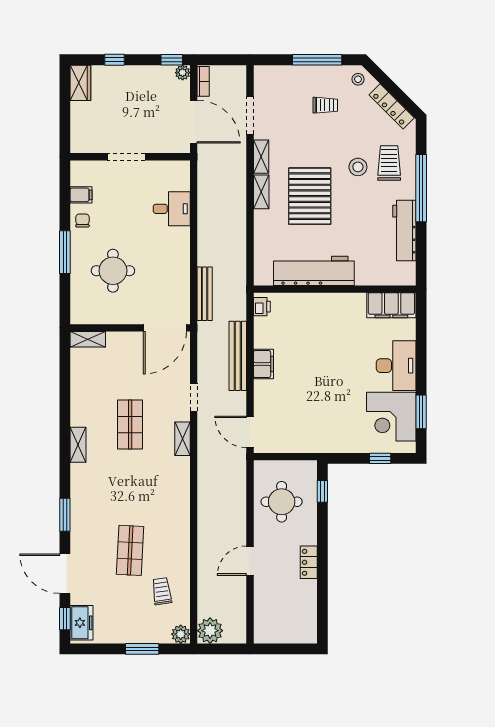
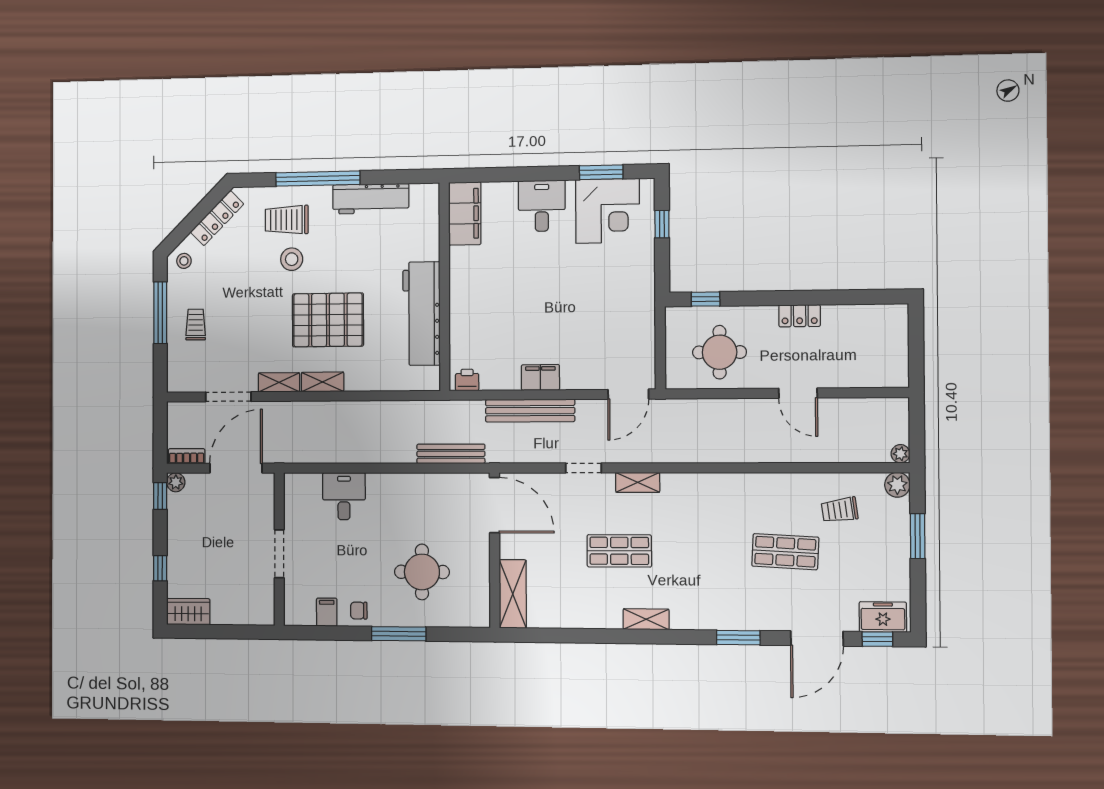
trolley: (325, 105) -> (196, 325), moved
shelving: (88, 339) -> (513, 594), width x1.50, depth x1.33
desk: (396, 366) -> (542, 206), width x0.73
plant: (210, 631) -> (900, 454), width x0.53, depth x0.53

